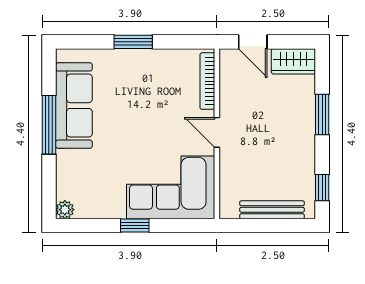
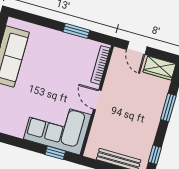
window: (133, 42) -> (76, 31), moved
window: (135, 225) -> (55, 153), moved

